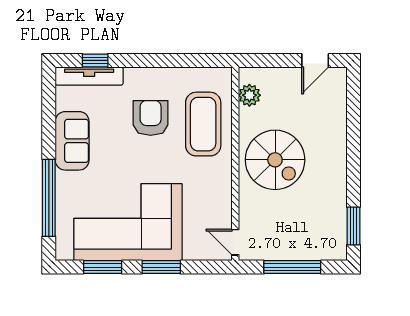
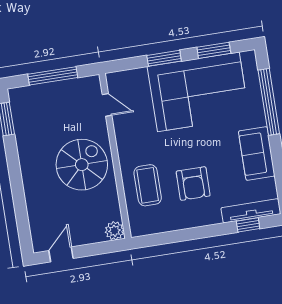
plant: (249, 95) -> (115, 231), moved
coffee table: (203, 124) -> (148, 185), width x0.73, depth x0.76
spiral stairs: (275, 160) -> (82, 165), turned 90
door: (235, 242) -> (107, 105), moved

